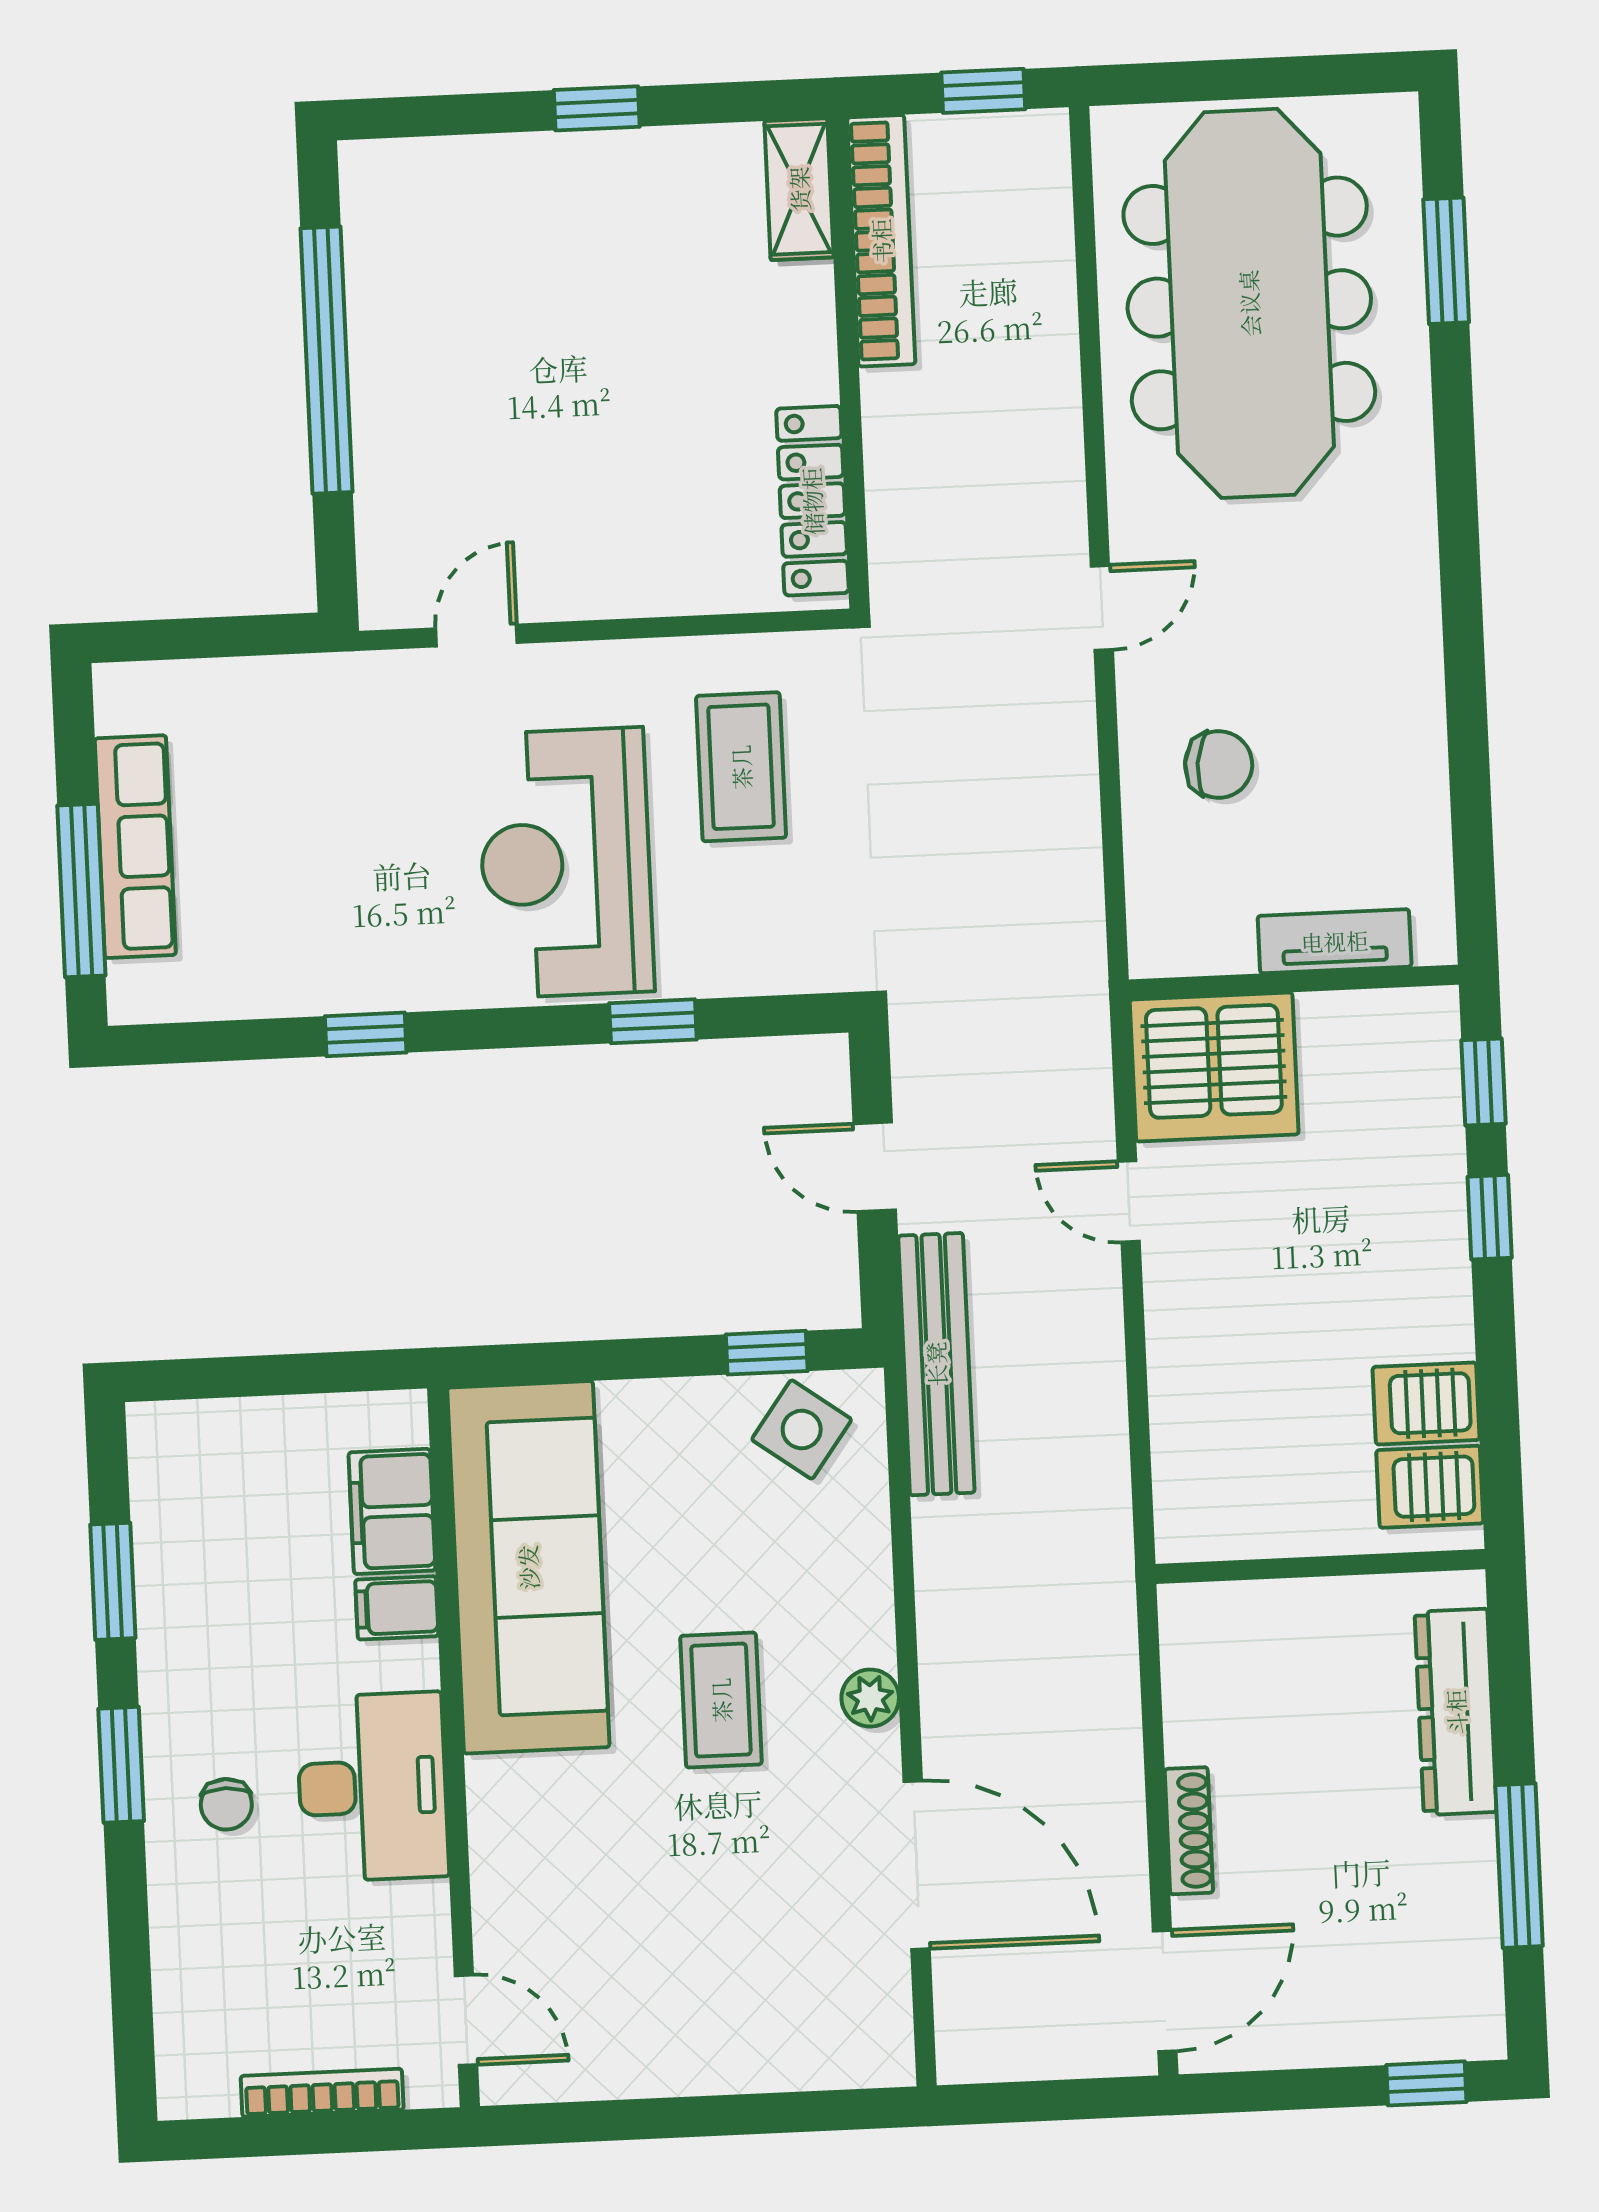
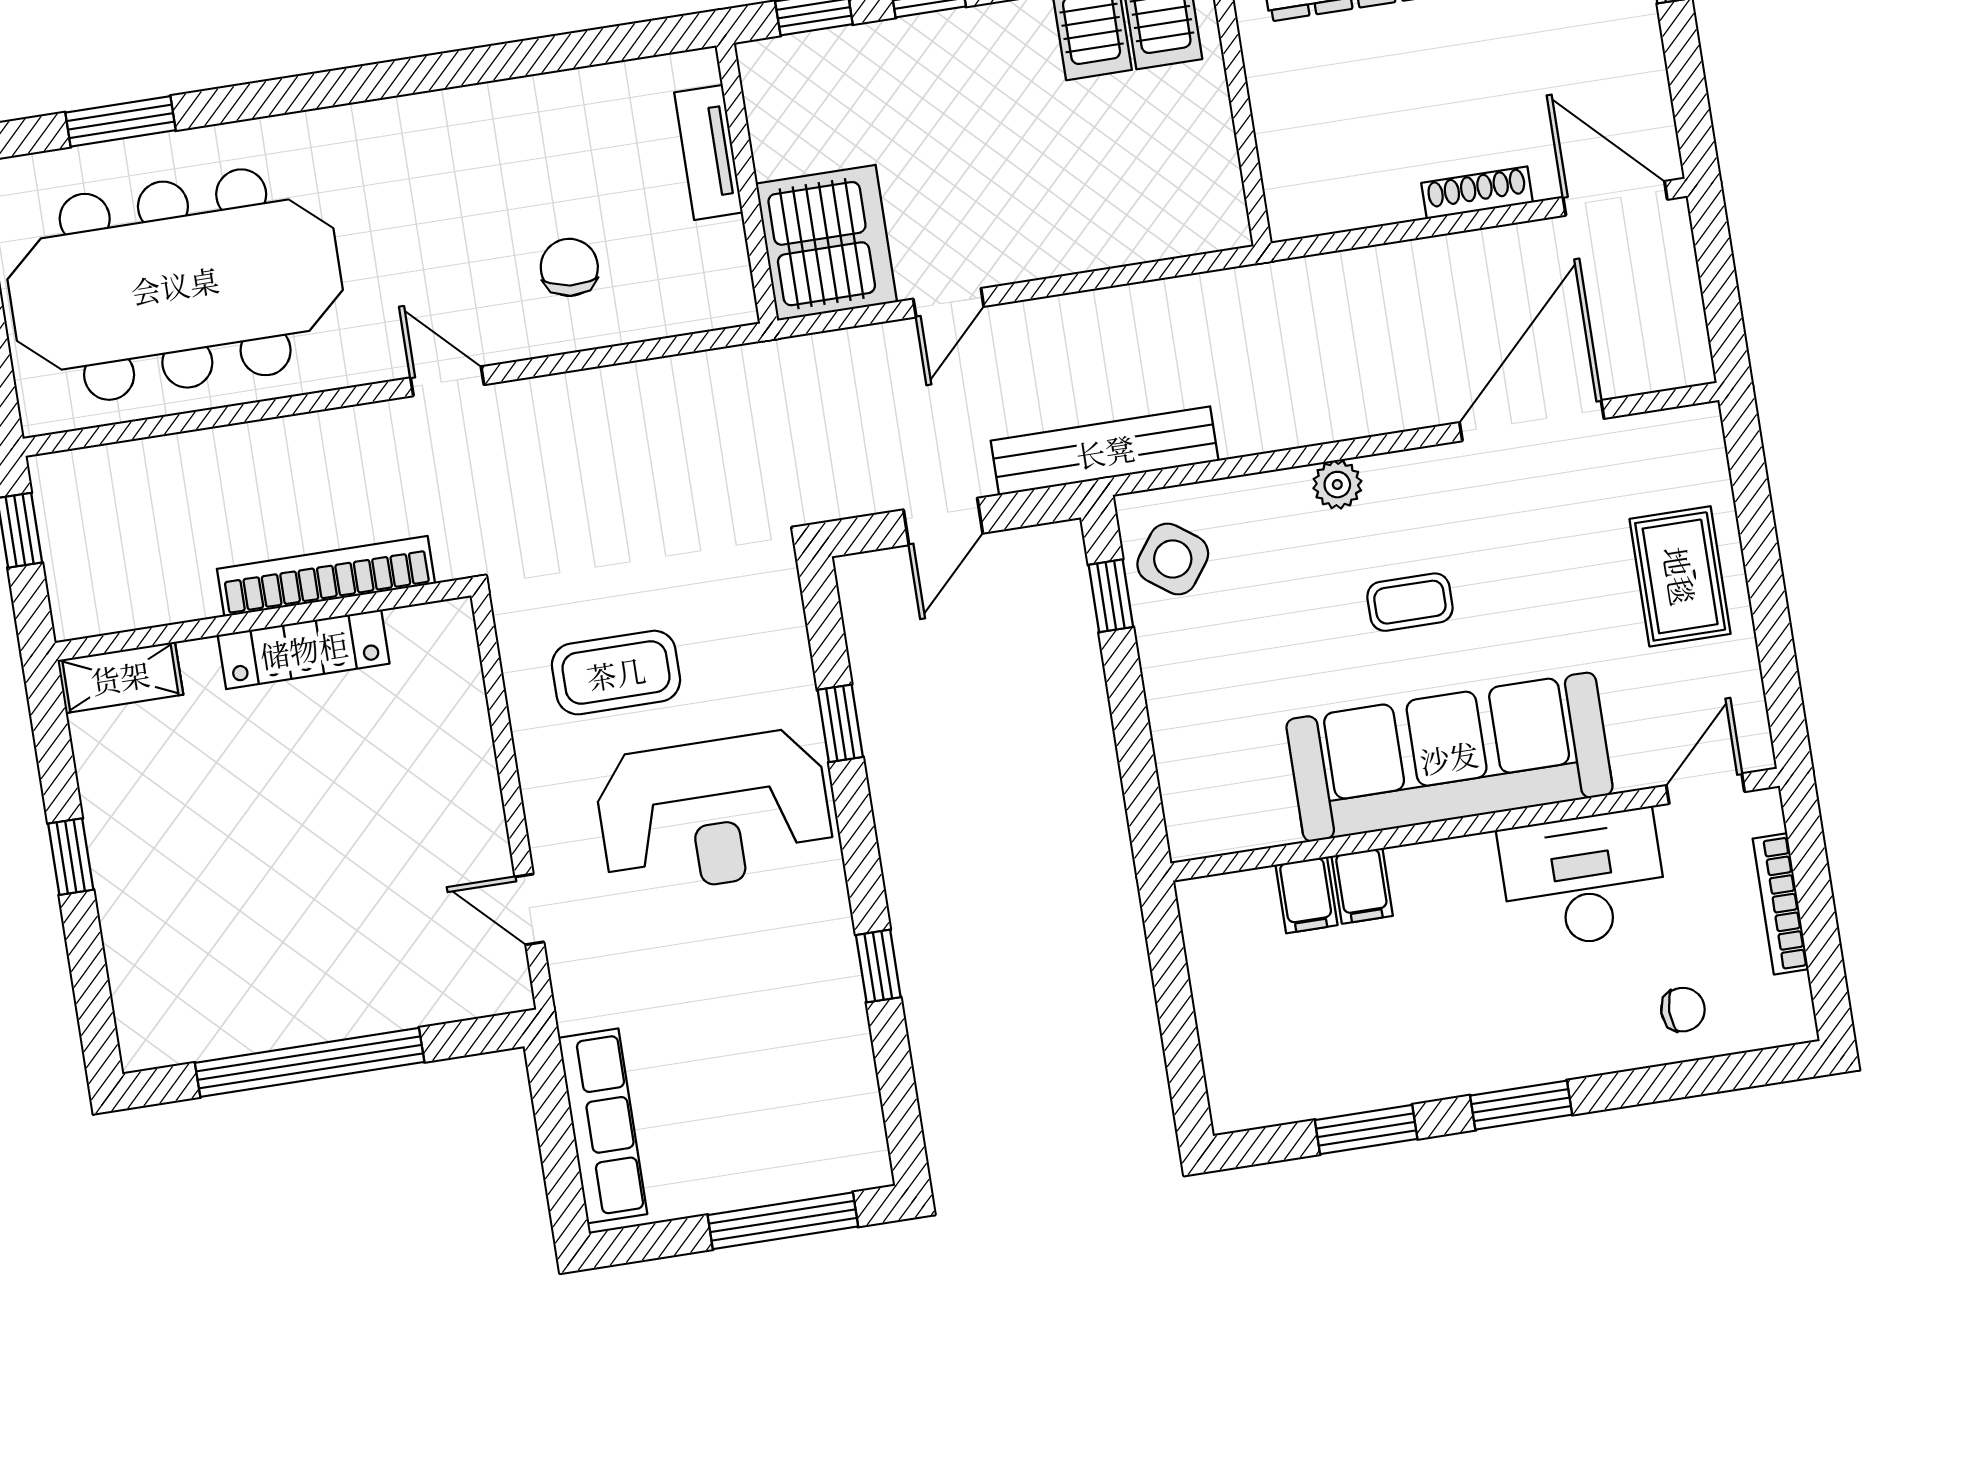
bookcase: (881, 241) -> (326, 576), moved
locker: (812, 501) -> (304, 649), moved
row of seats: (135, 847) -> (603, 1126), moved, turned 90
filing cabinet: (392, 1511) -> (1306, 895), width x0.50
sofa: (528, 1567) -> (1449, 757), moved
plant: (870, 1698) -> (1337, 485), moved
coffee table: (721, 1700) -> (1410, 602), width x0.73, depth x0.77
desk: (372, 1787) -> (1583, 879), moved
chair: (226, 1804) -> (1683, 1010), moved
rug: (716, 2018) -> (1680, 576), added

